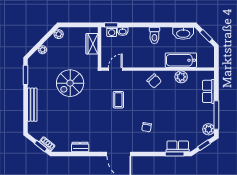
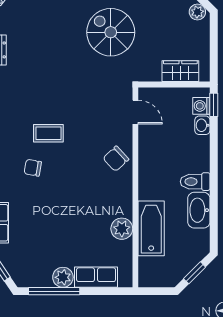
washbasin: (183, 33) -> (199, 210), moved
chair: (154, 81) -> (116, 159), moved
coffee table: (118, 100) -> (48, 133), moved
plant: (209, 129) -> (63, 277), moved

